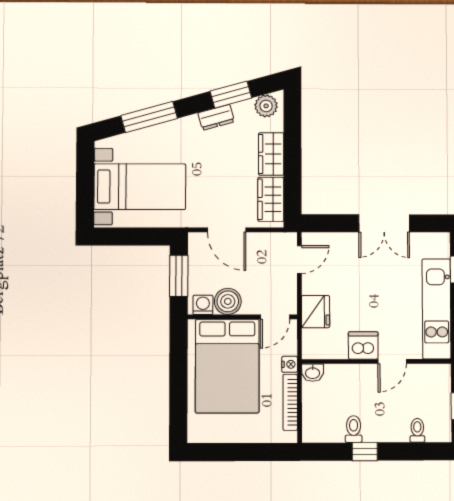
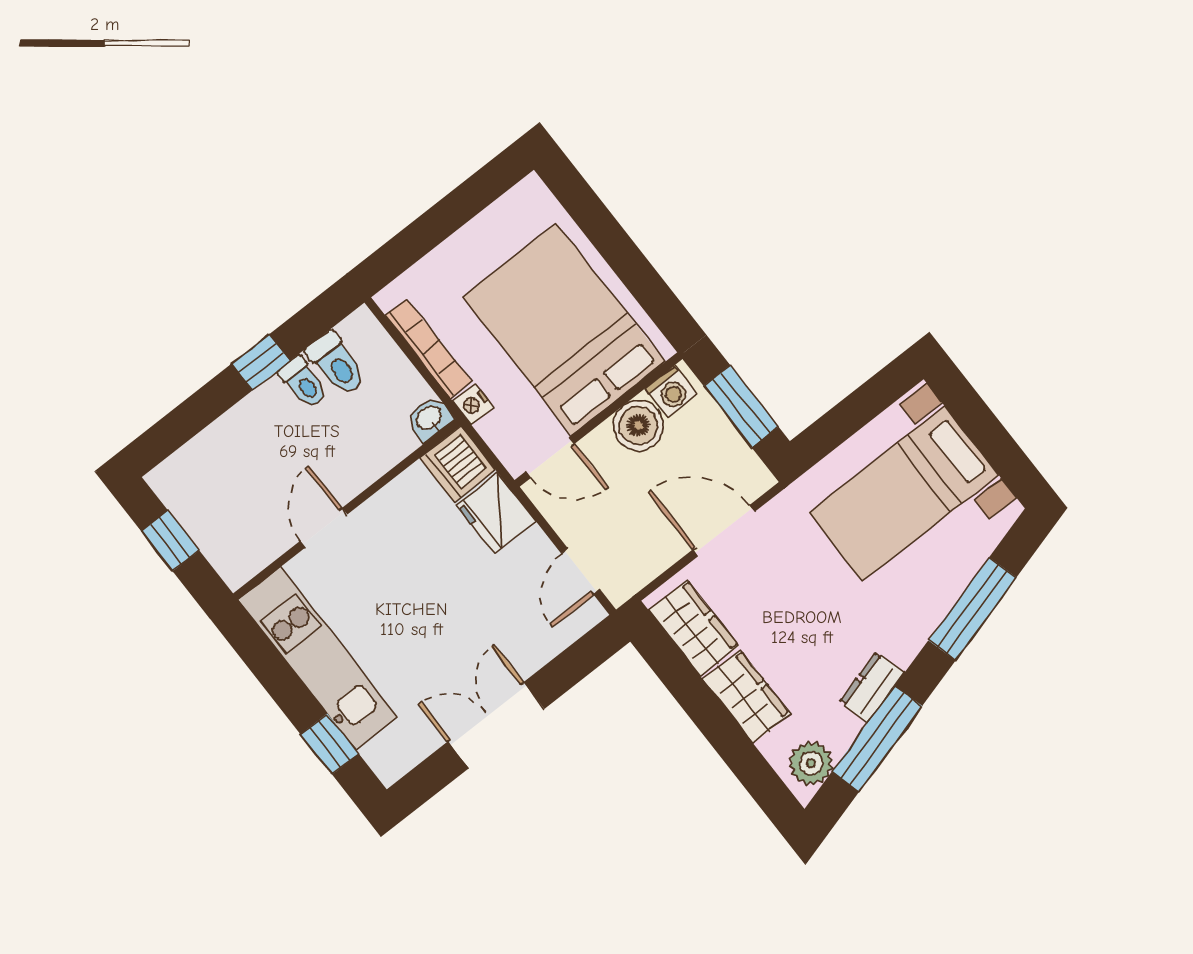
window: (231, 95) -> (877, 739), width x1.44
door: (275, 317) -> (550, 458), swing flipped
dishwasher: (363, 345) -> (458, 464), moved, turned 90
toilet: (417, 430) -> (337, 364), moved, width x1.37, depth x1.39

